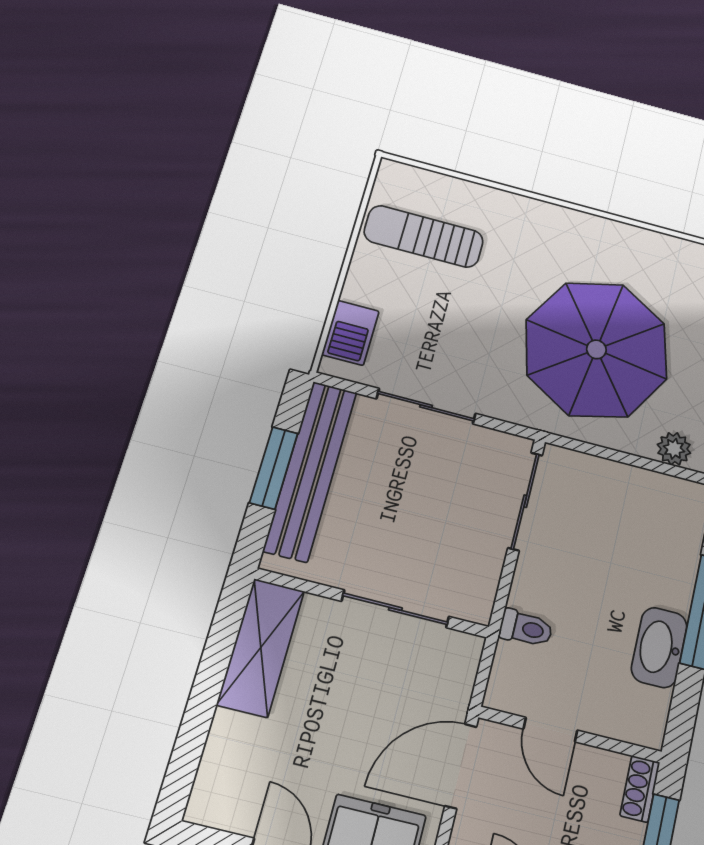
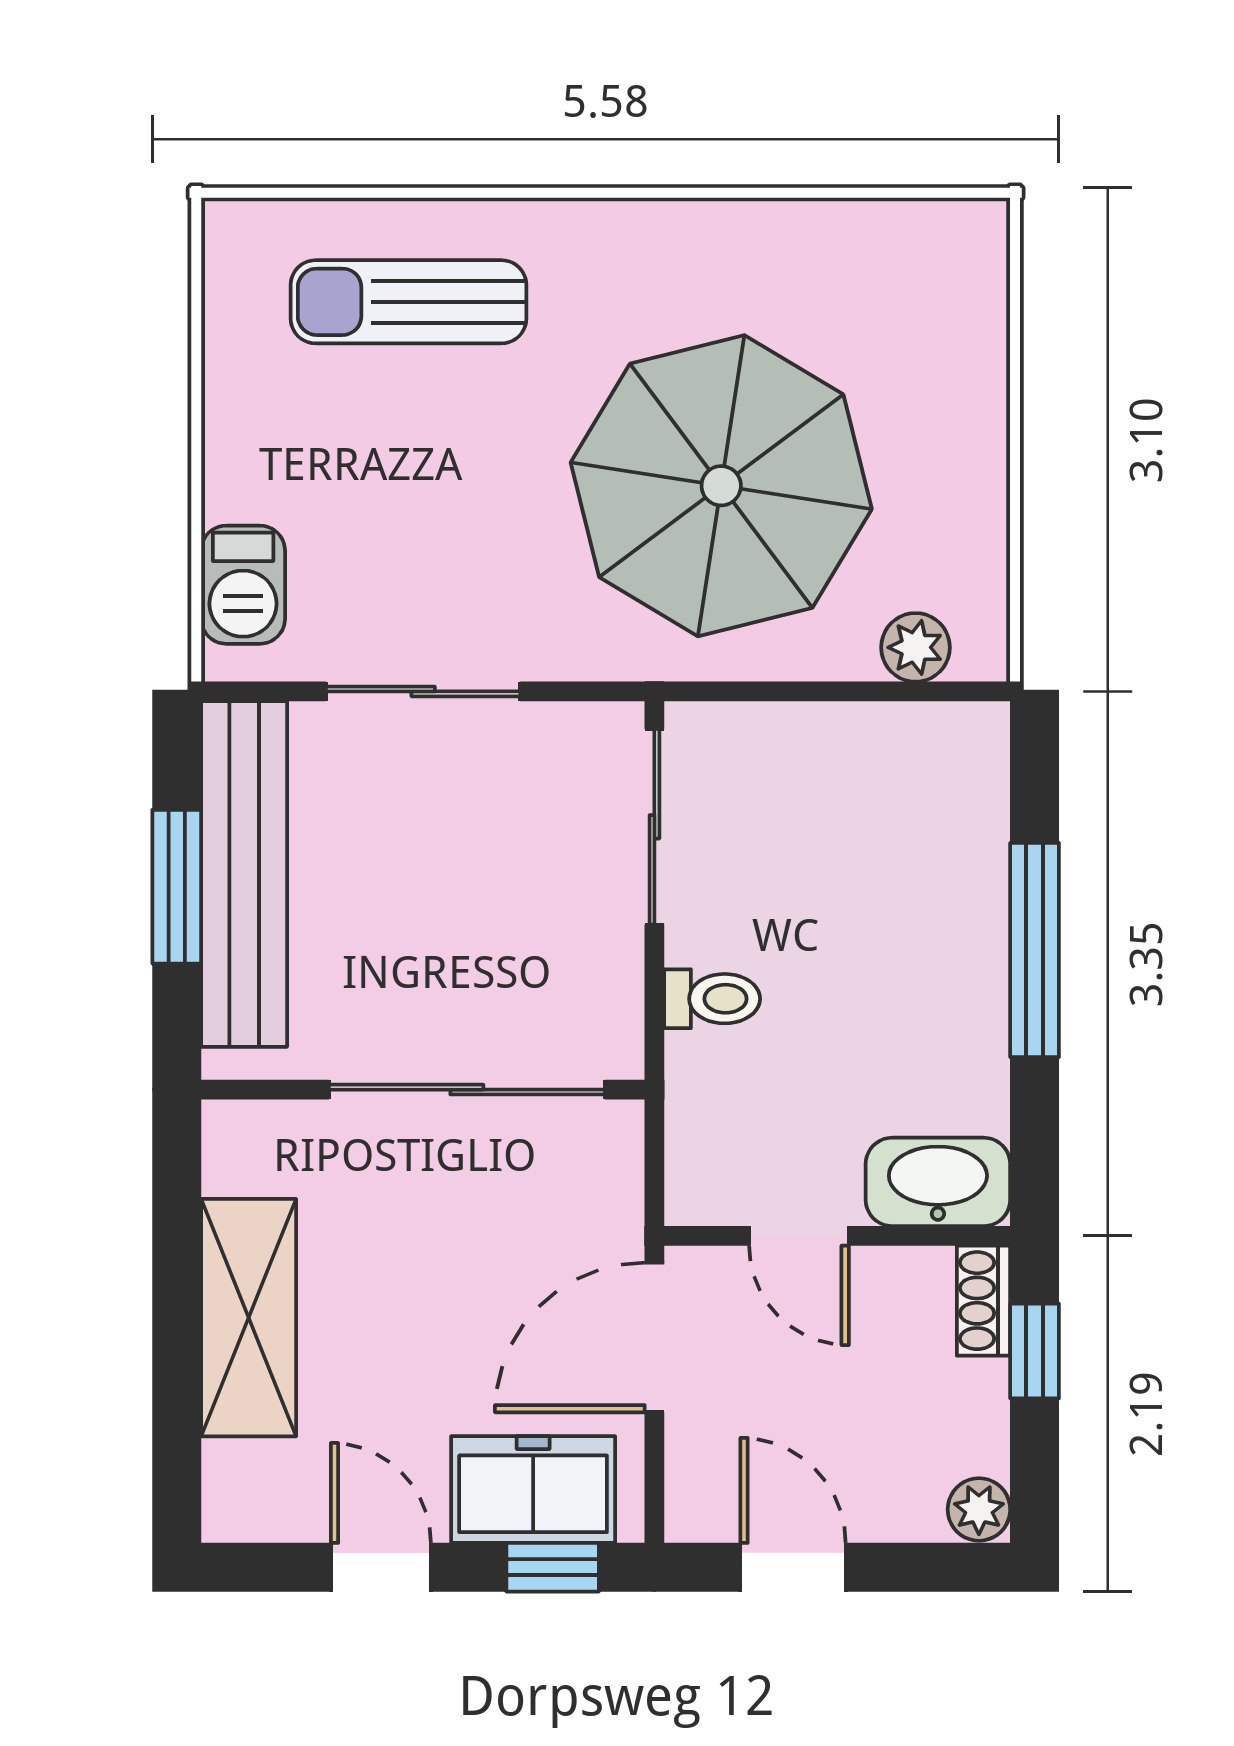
sun lounger: (424, 236) -> (409, 302), moved
sliding door: (395, 609) -> (467, 1090), width x1.37
toilet: (526, 628) -> (712, 999), moved
shelving: (261, 647) -> (249, 1318), moved
washbasin: (659, 647) -> (938, 1182), moved, turned 90

